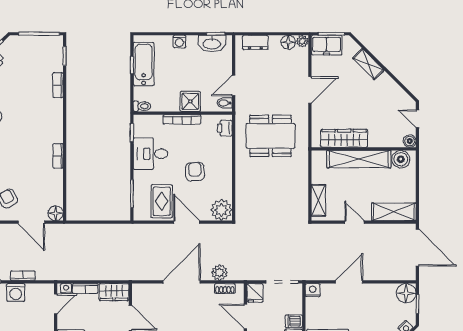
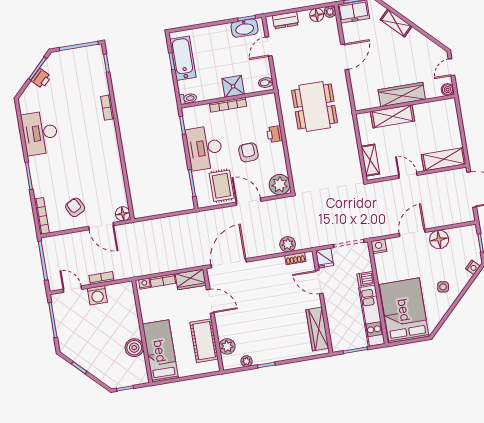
washing machine: (180, 42) -> (213, 31), removed
bookcase: (58, 85) -> (107, 108), moved
door: (234, 85) -> (269, 47), moved
door: (417, 119) -> (451, 67), hinge flipped
printer: (225, 128) -> (275, 134), moved
dining table: (270, 136) -> (315, 107), turned 90
wardrobe: (344, 138) -> (402, 95), moved
desk: (151, 154) -> (204, 148), width x1.37
bookcase: (58, 156) -> (116, 159), removed
shelving: (359, 159) -> (392, 116), width x0.68
boiler: (401, 159) -> (442, 108), removed
door: (182, 282) -> (229, 263), moved
floor lamp: (406, 293) -> (439, 239), moved
door: (56, 304) -> (137, 300), removed

